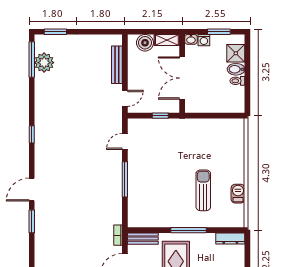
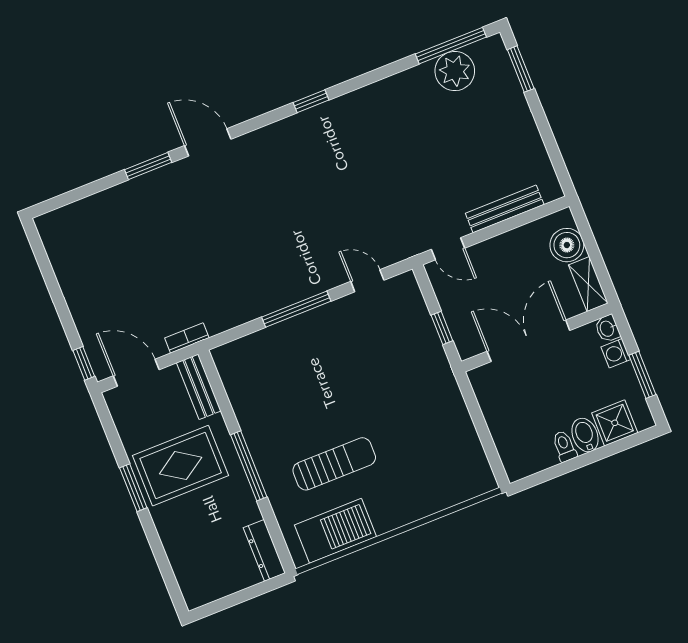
barbecue: (238, 194) -> (335, 531), width x1.88, depth x1.53

